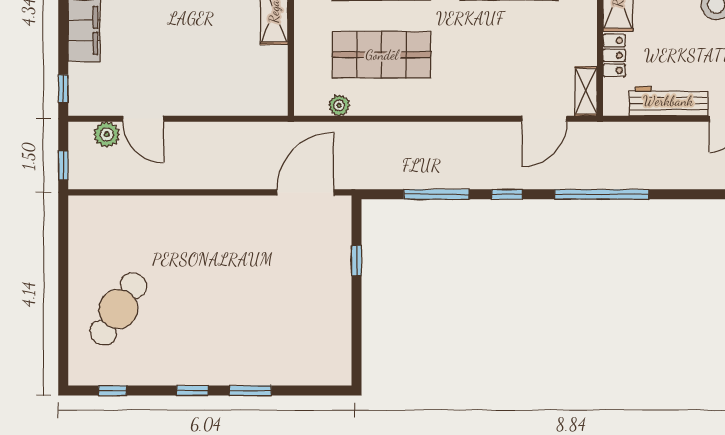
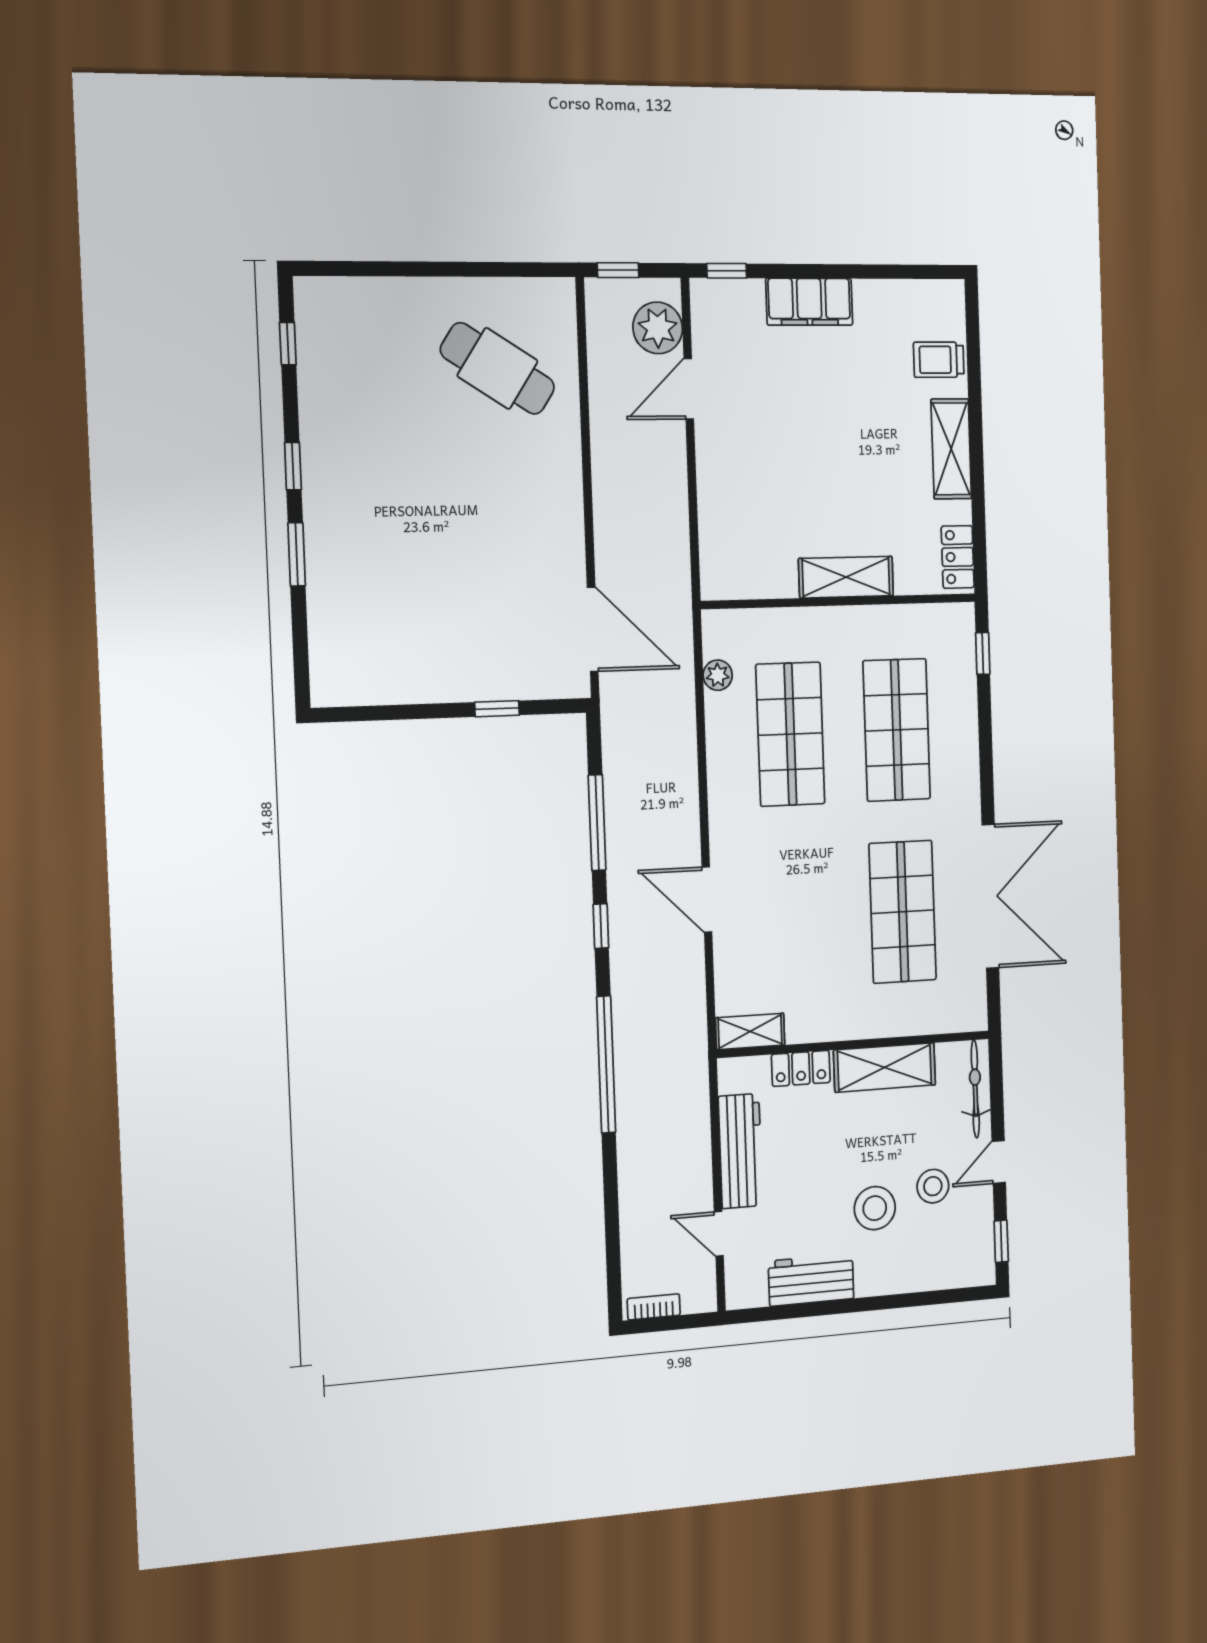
door: (544, 119) -> (707, 899), moved
plant: (107, 134) -> (658, 328), width x1.36, depth x1.36
cafe table: (118, 309) -> (498, 368), moved

